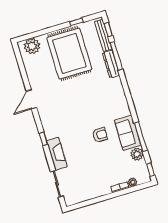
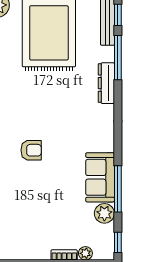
dresser: (111, 64) -> (106, 83), moved
armchair: (100, 135) -> (31, 150), moved

